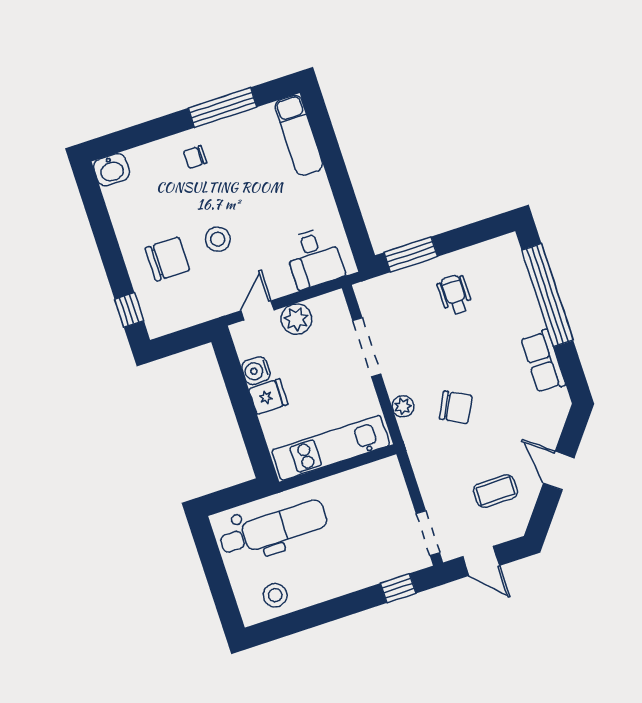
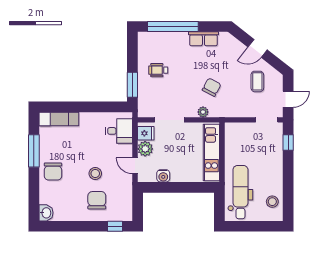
chair: (195, 157) -> (53, 171), width x1.87, depth x1.87
fridge: (268, 397) -> (146, 133), moved, turned 90

